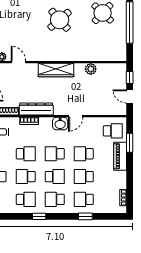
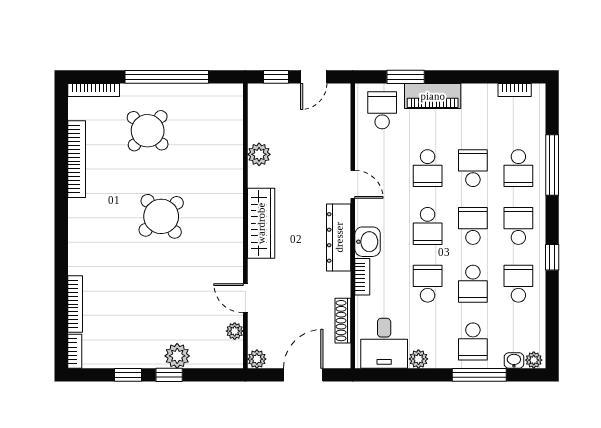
door: (18, 62) -> (245, 298), hinge flipped
dresser: (36, 109) -> (339, 237), moved
washbasin: (60, 124) -> (368, 242), moved
school desk: (84, 177) -> (473, 168), turned 180
school desk: (55, 199) -> (518, 226), turned 180
window: (85, 216) -> (552, 165), width x2.17

